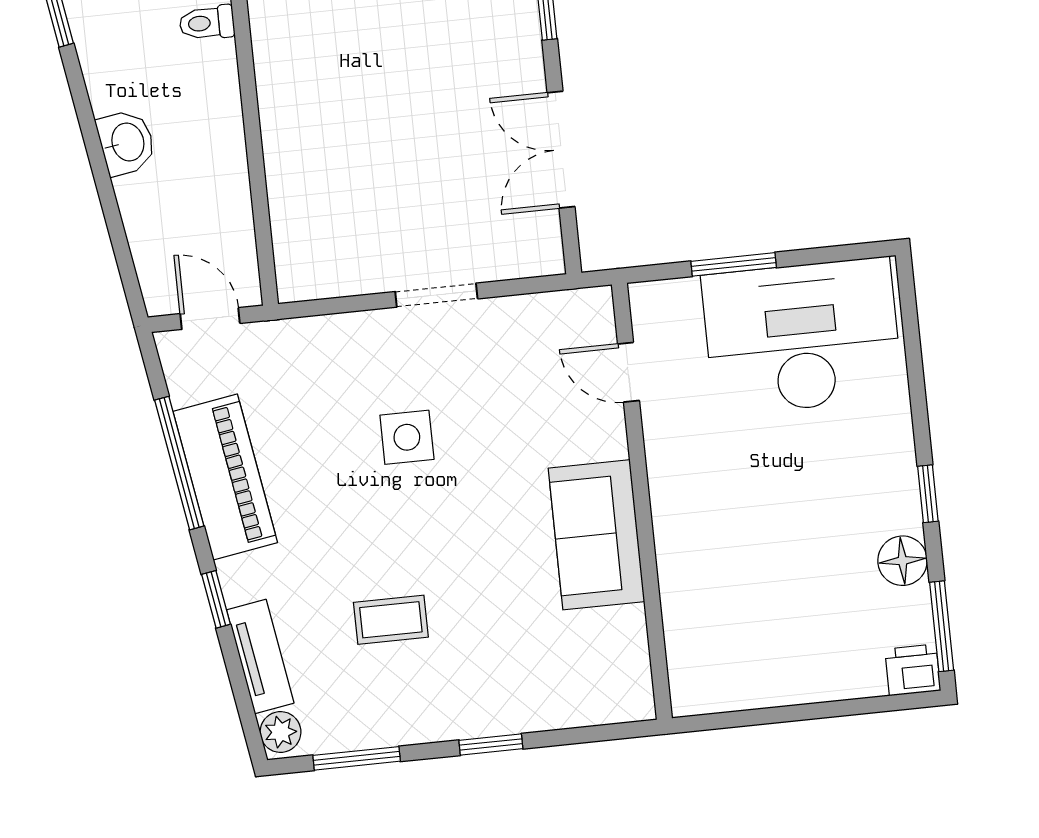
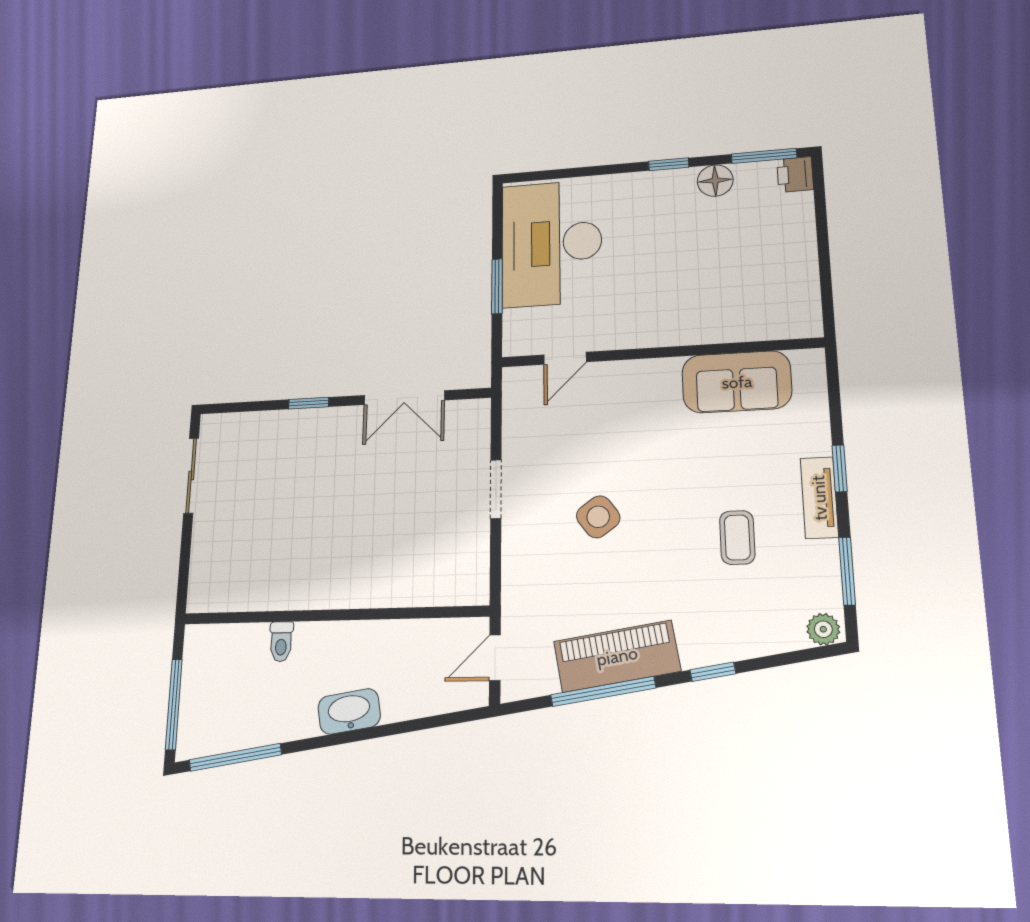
washbasin: (126, 142) -> (349, 711), width x1.38
side table: (407, 437) -> (598, 517), turned -36
sofa: (596, 535) -> (737, 382), moved
tv unit: (260, 657) -> (819, 498), moved, turned -81

